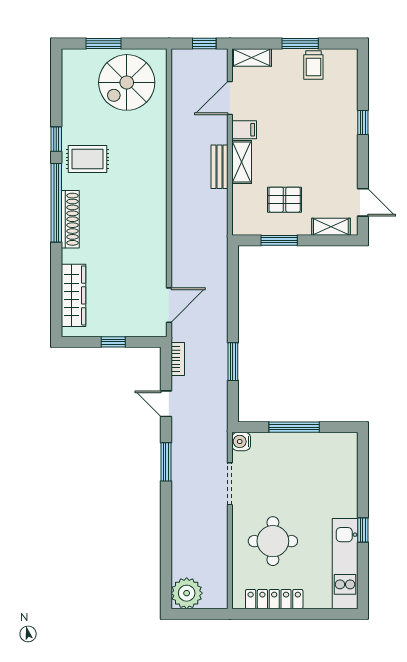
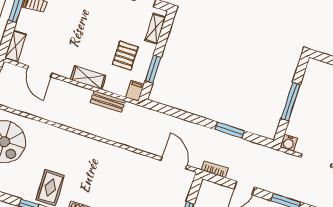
filing cabinet: (244, 130) -> (135, 91), moved
bench: (220, 167) -> (108, 101), moved

